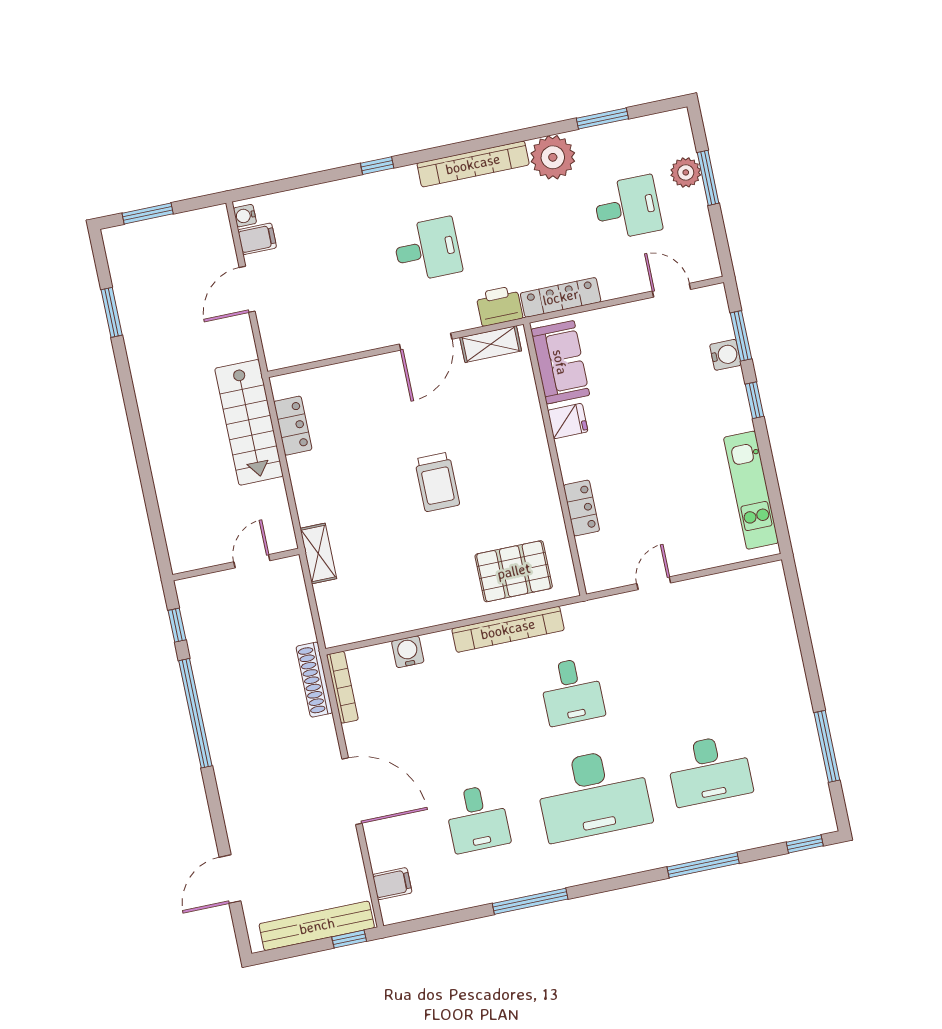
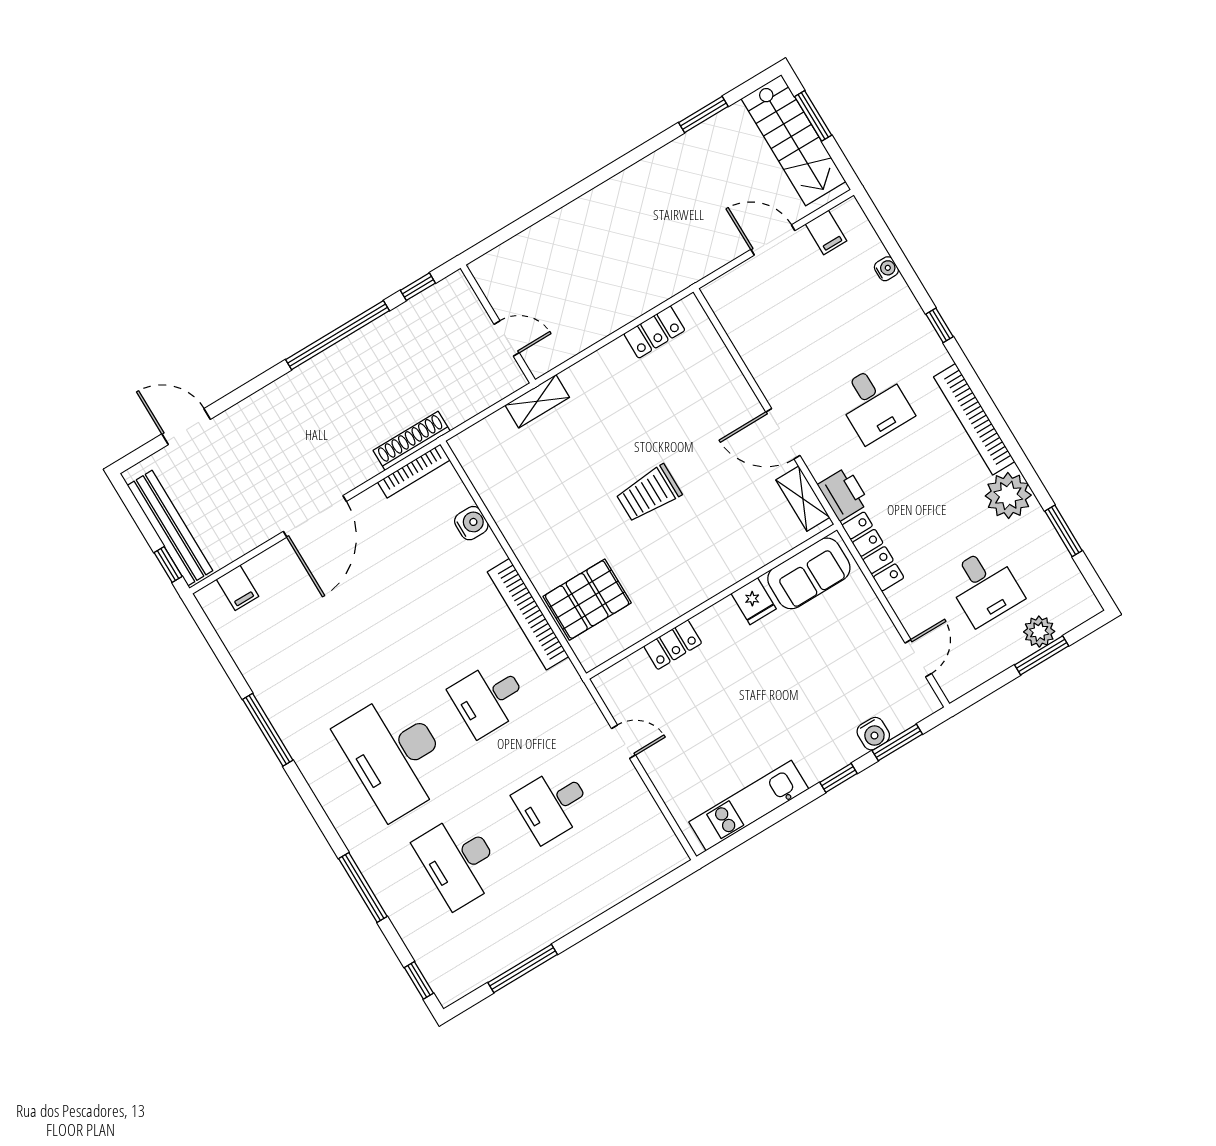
water cooler: (245, 216) -> (886, 269), moved, turned 90
stairs: (249, 422) -> (793, 140), moved, turned -90
pallet: (514, 571) -> (587, 600), turned 90
desk: (477, 819) -> (553, 804), moved

